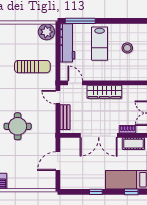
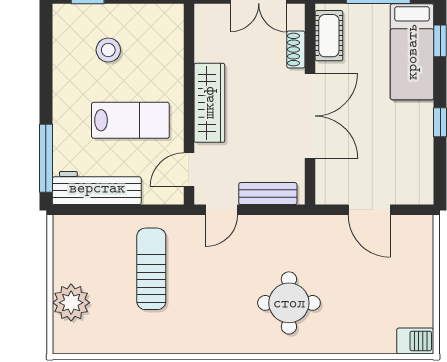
plant: (47, 32) -> (71, 303), moved
lab bench: (100, 44) -> (130, 120), moved

